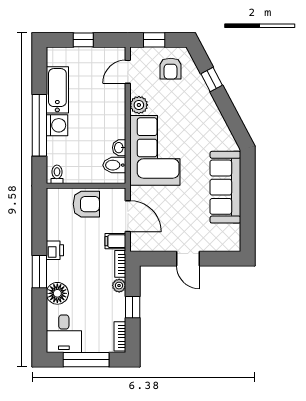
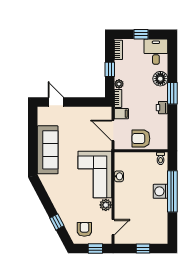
bathtub: (57, 90) -> (160, 215), removed
bidet: (114, 165) -> (122, 165), removed
door: (188, 259) -> (56, 102), moved
window: (86, 360) -> (141, 34), width x0.46

